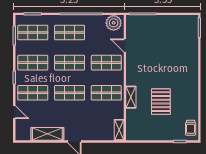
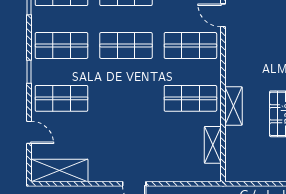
shop shelf: (70, 93) -> (126, 98), removed
shelving: (119, 130) -> (213, 145), moved
shelving: (47, 134) -> (59, 171), moved

